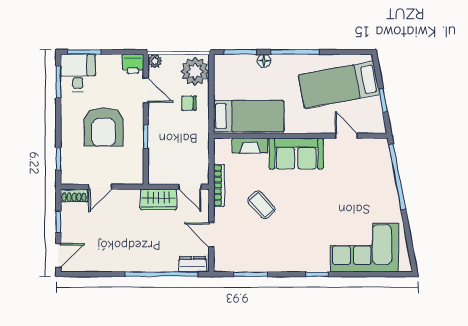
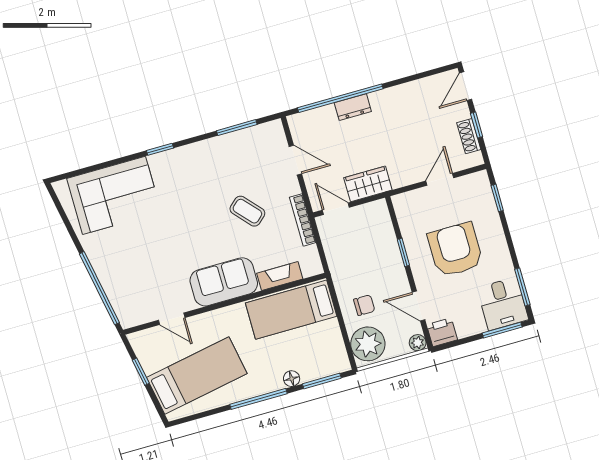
shoe rack: (74, 196) -> (469, 136), moved, turned -90
dresser: (193, 264) -> (353, 107), moved

